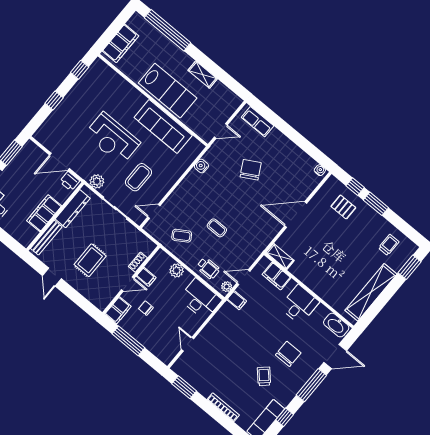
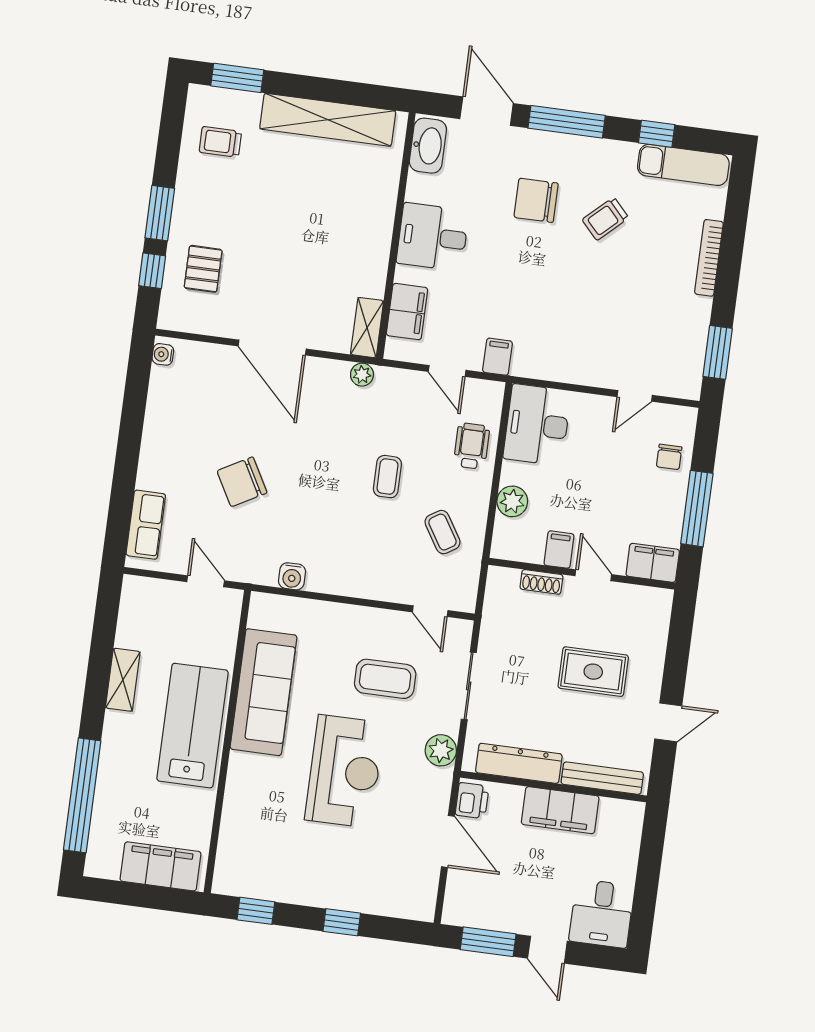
plant: (227, 287) -> (362, 375), moved
chair: (146, 308) -> (669, 457), moved

